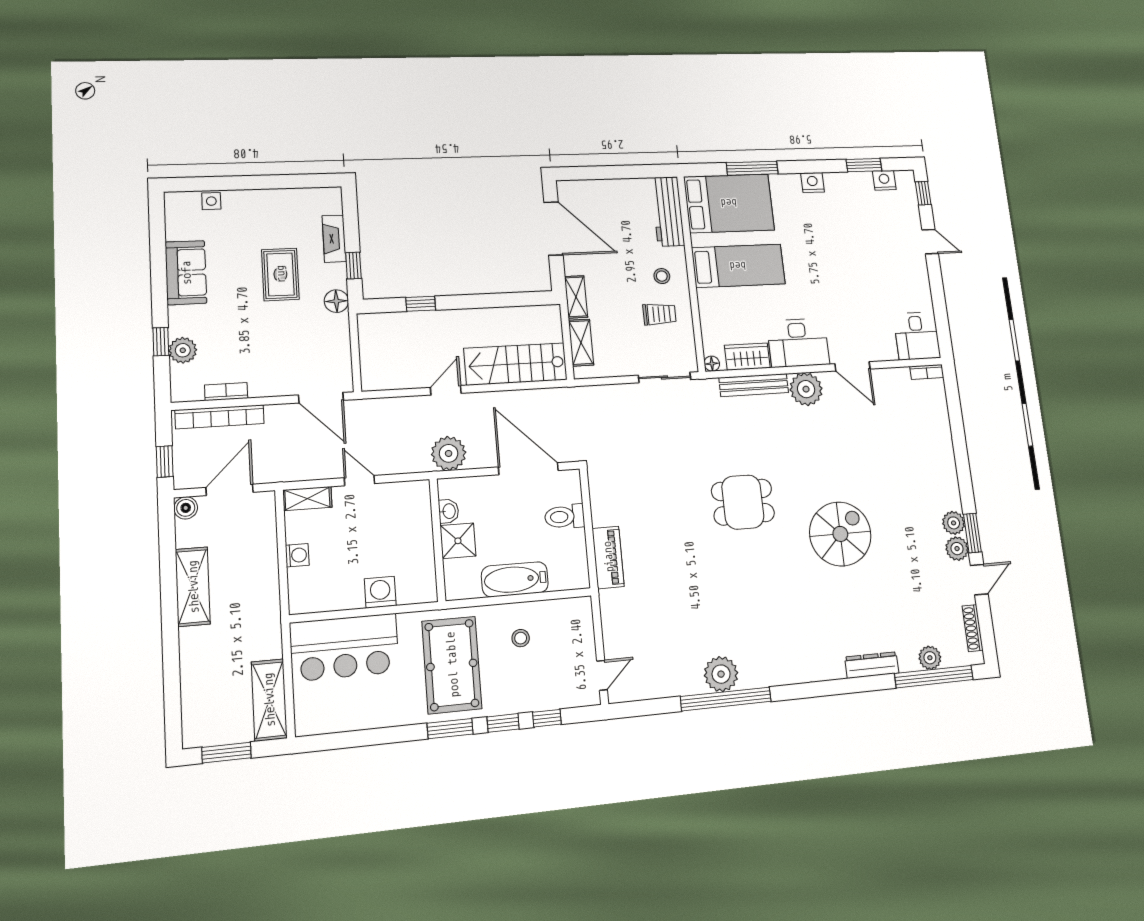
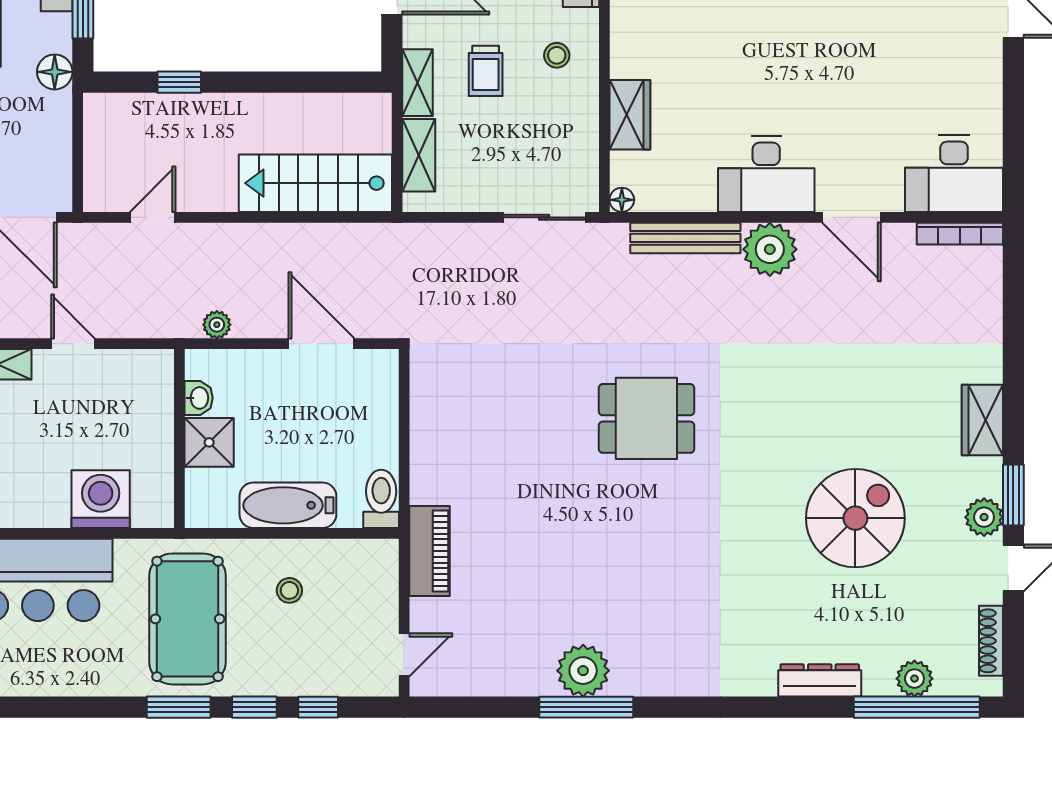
bed: (738, 266) -> (683, 44), removed
trolley: (659, 314) -> (486, 71), moved, turned 90
desk: (917, 336) -> (954, 174), width x1.37
wardrobe: (747, 357) -> (630, 115), moved, turned 90
bookcase: (927, 372) -> (960, 234), width x1.56
door: (446, 390) -> (153, 217), moved
plant: (449, 453) -> (217, 325), width x0.53, depth x0.53
door: (528, 469) -> (321, 344), width x0.73
wardrobe: (947, 487) -> (982, 420), added
toilet: (565, 517) -> (381, 499), moved, turned 90
plant: (954, 523) -> (984, 477), removed
spiral stairs: (840, 534) -> (855, 518), moved
piano: (608, 557) -> (430, 551), moved
washing machine: (380, 592) -> (101, 499), width x1.37, depth x1.37
window: (726, 699) -> (586, 707), width x0.68

